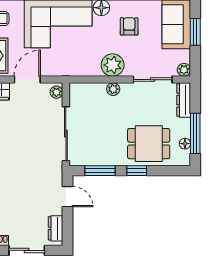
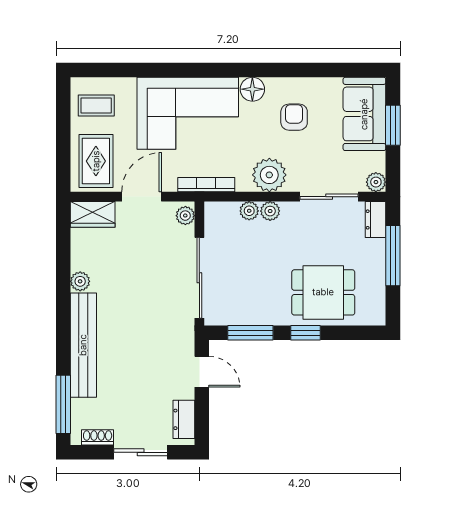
bookcase: (70, 71) -> (206, 185), added
plant: (99, 89) -> (249, 211), added
dresser: (184, 100) -> (376, 219), width x0.70
window: (195, 133) -> (393, 256), moved
floor lamp: (185, 144) -> (377, 292), removed

